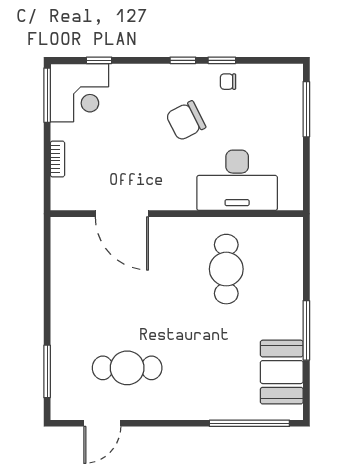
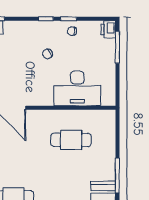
printer: (291, 79) -> (108, 29), added
chair: (186, 121) -> (47, 54), width x0.54, depth x0.54
cafe table: (226, 269) -> (71, 140), turned 90

